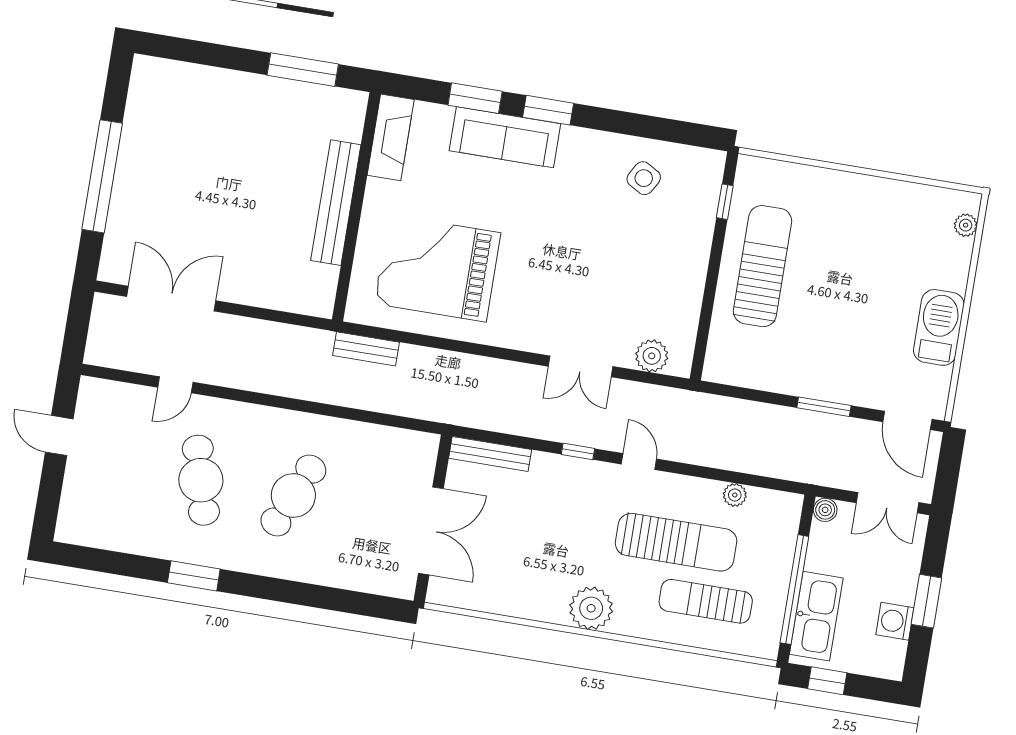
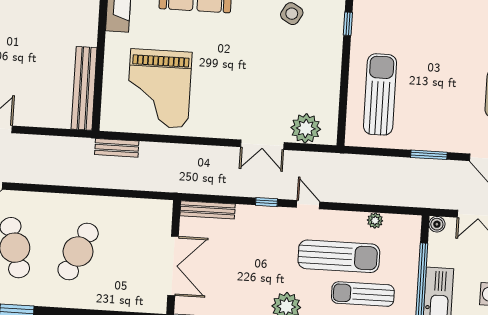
bench: (336, 203) -> (84, 88), moved
sun lounger: (763, 266) -> (380, 94), moved
grand piano: (437, 268) -> (159, 89), turned -90
plant: (652, 356) -> (306, 128), width x1.36, depth x1.36

